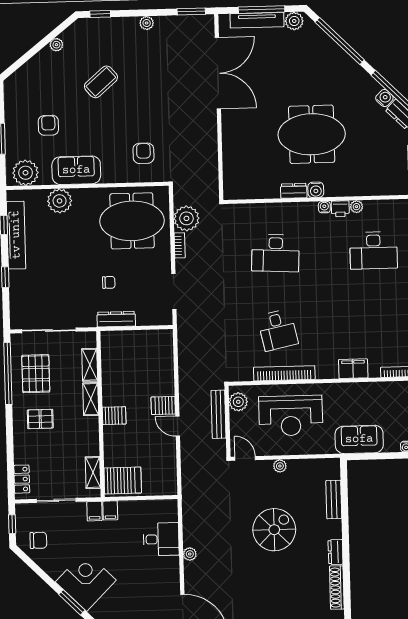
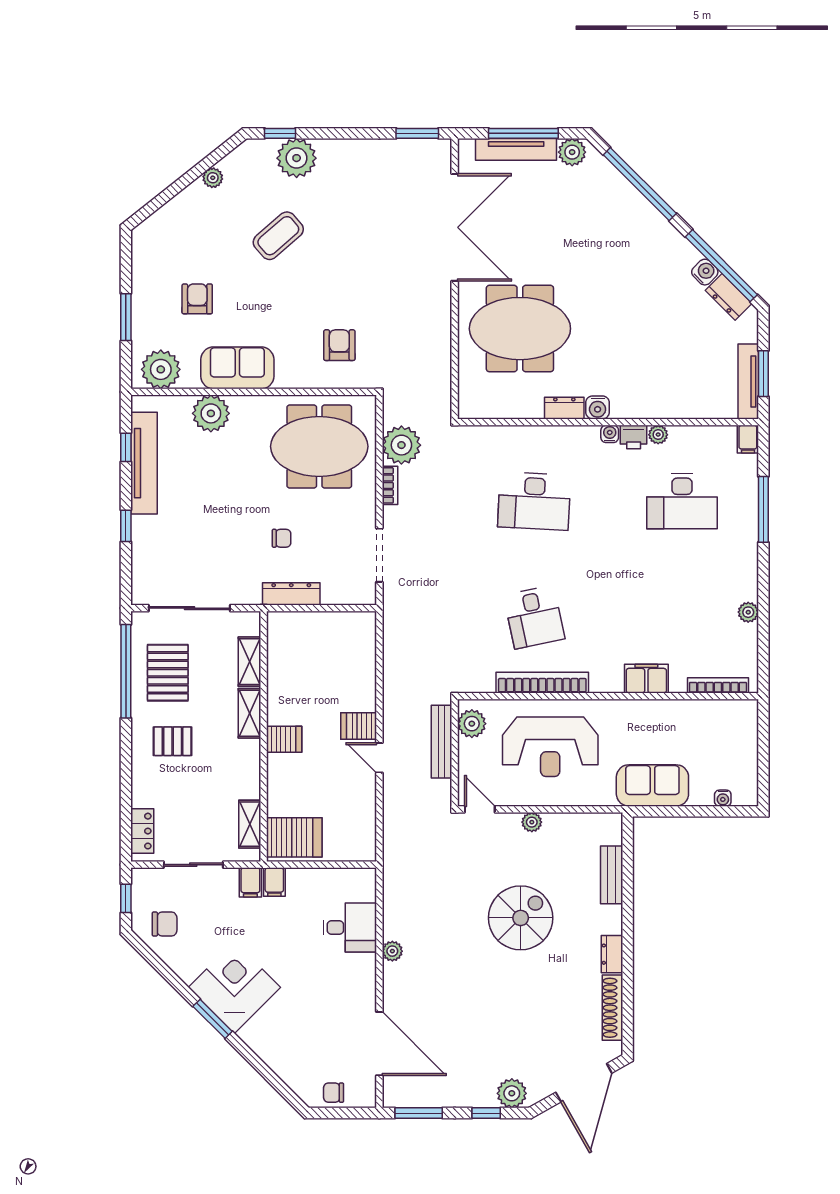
plant: (147, 23) -> (297, 158), moved, width x1.88, depth x1.88
meeting table: (312, 134) -> (520, 329), moved

